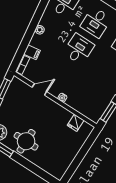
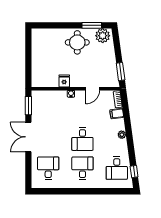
fridge: (76, 123) -> (64, 81), moved

